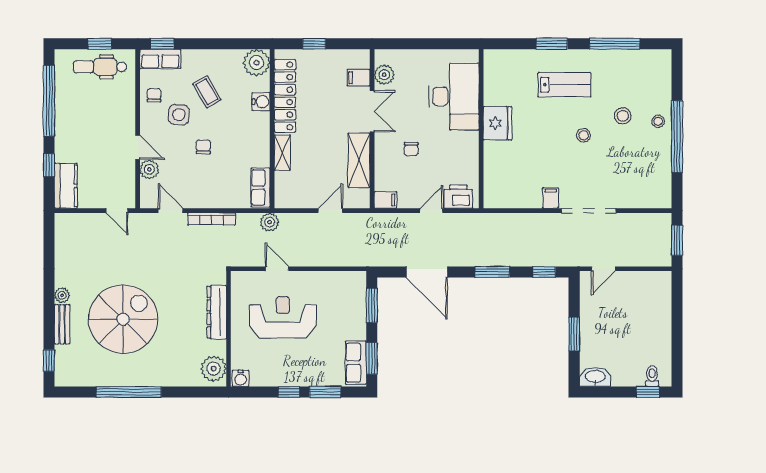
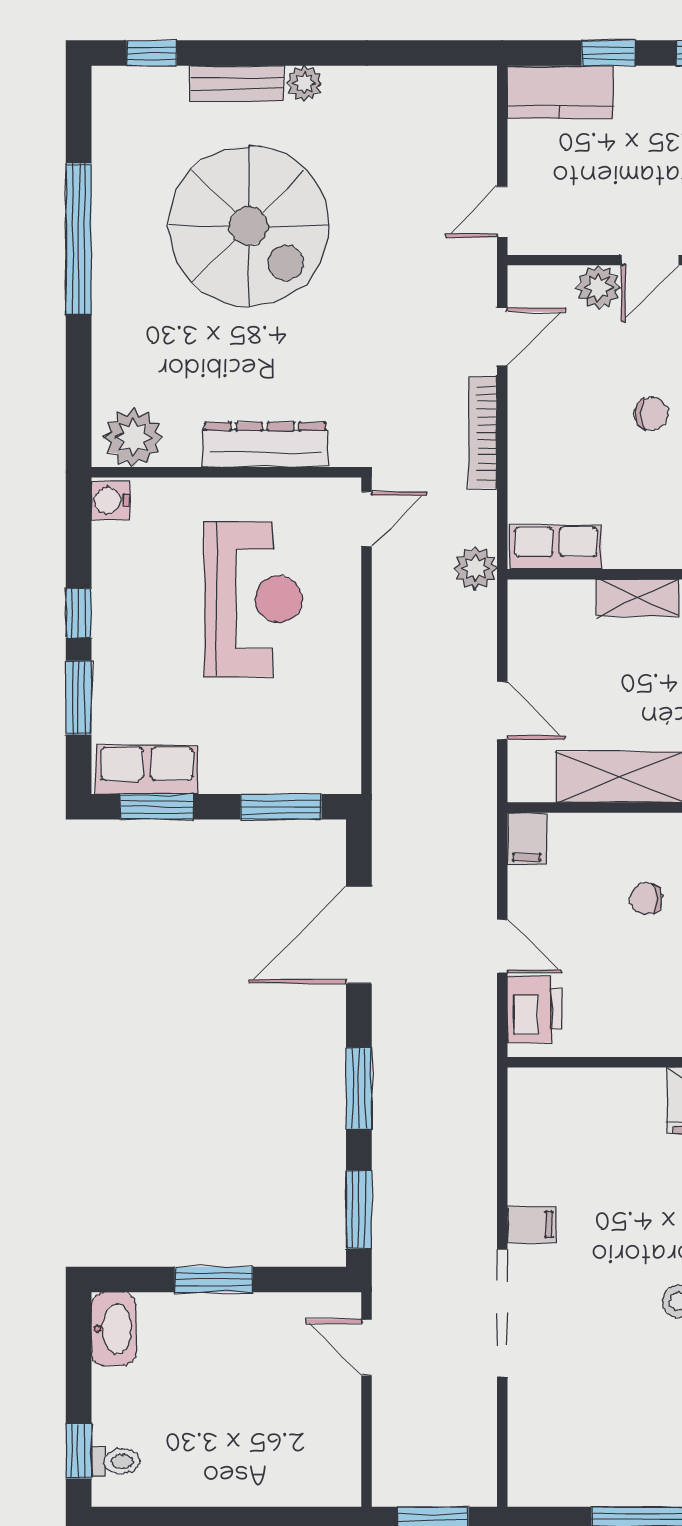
door: (277, 269) -> (366, 519), moved
window: (544, 272) -> (359, 1210), width x1.50

